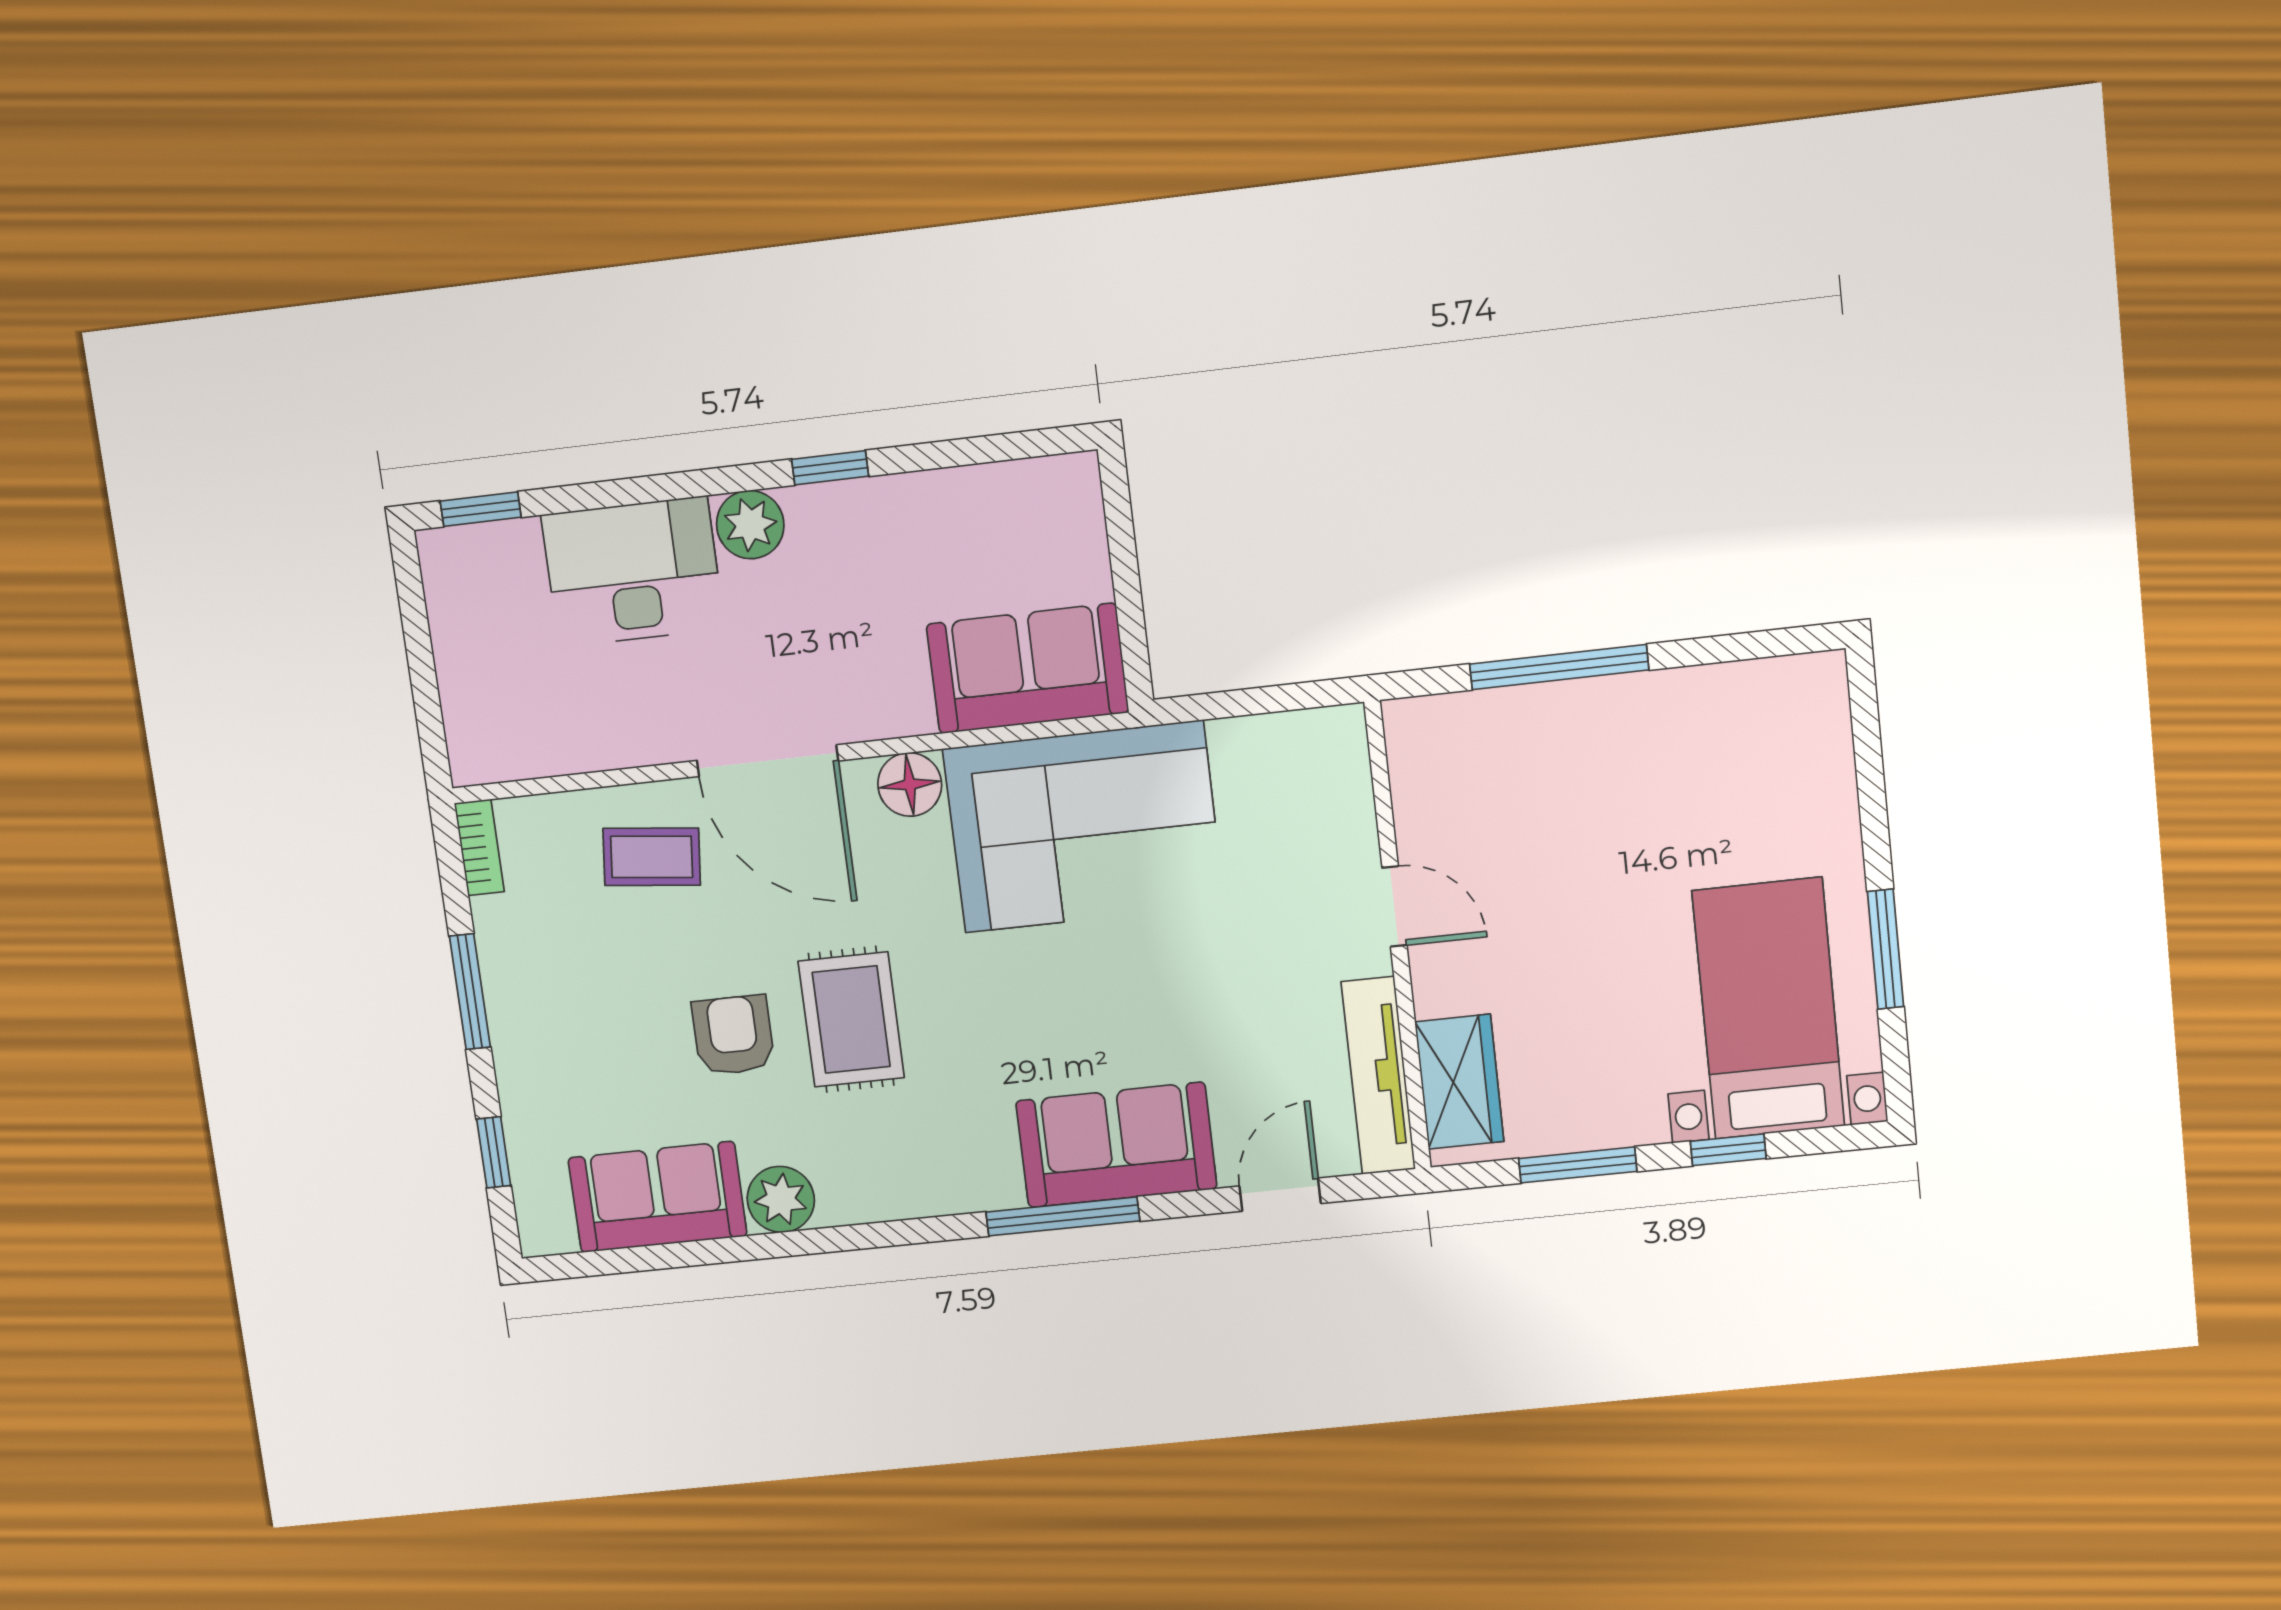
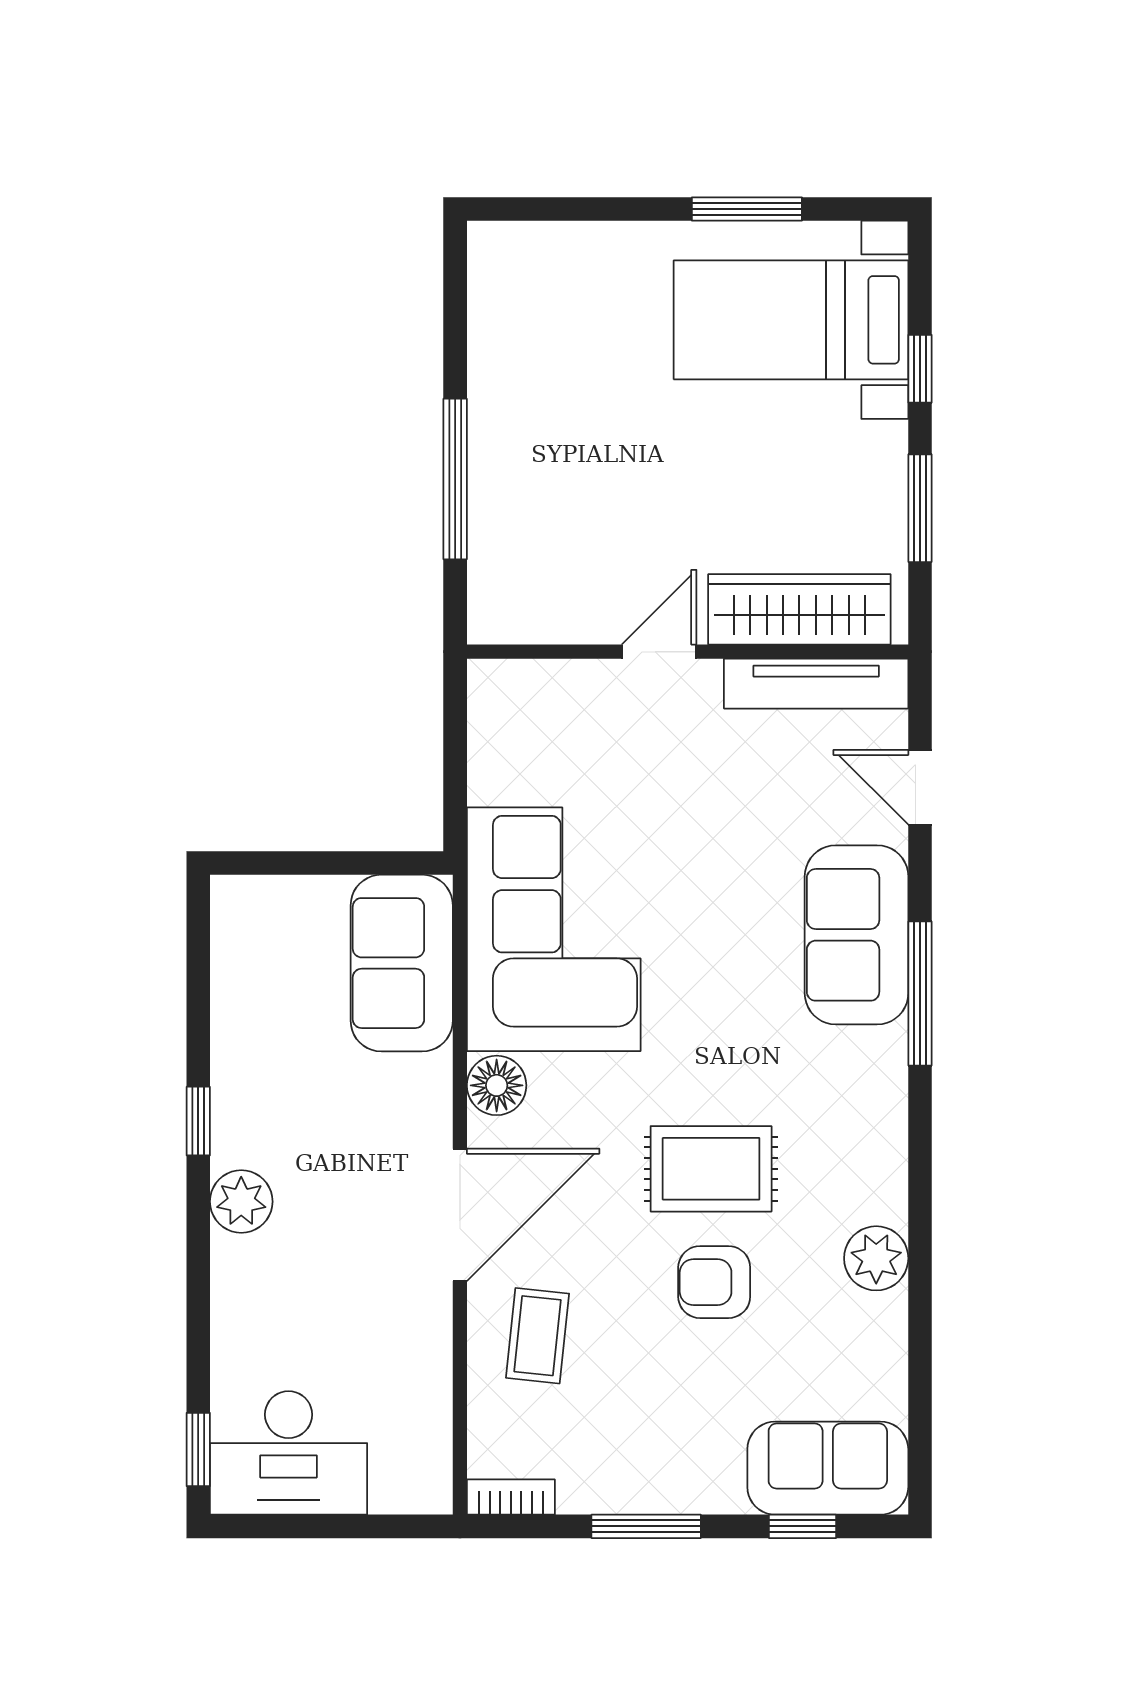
desk: (633, 572) -> (289, 1453), moved, turned -90
wardrobe: (1459, 1082) -> (799, 609), width x1.50
sofa: (657, 1197) -> (828, 1468), moved, turned 90

